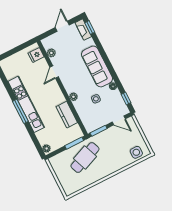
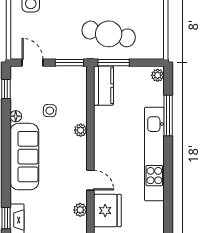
fridge: (36, 55) -> (107, 211), width x1.88, depth x1.34
door: (54, 72) -> (90, 180), hinge flipped
window: (20, 111) -> (168, 116), moved
kitchen counter: (67, 115) -> (103, 86), moved
cafe table: (85, 158) -> (109, 34), turned 34

